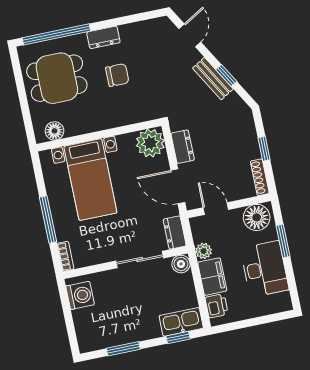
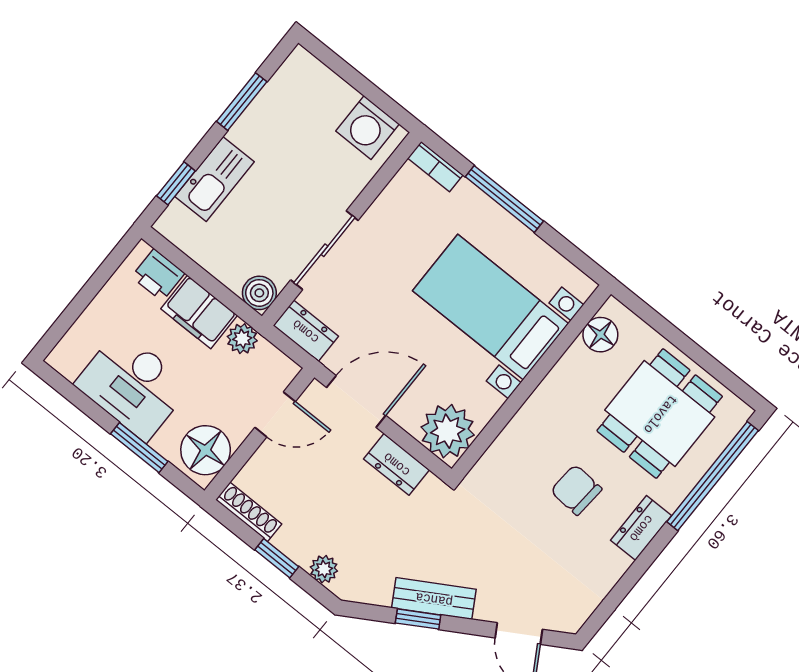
chair: (117, 75) -> (576, 490), turned 94
plant: (248, 128) -> (324, 569), added
kitchen sink: (181, 322) -> (215, 179), moved

